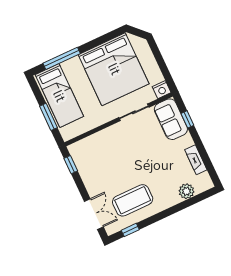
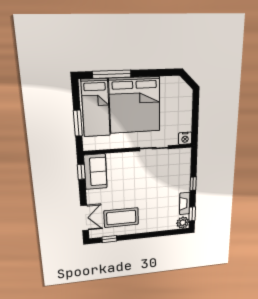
bed: (114, 69) -> (135, 105), moved
sofa: (171, 119) -> (95, 172), moved, turned 180
window: (187, 119) -> (193, 184), moved
window: (210, 169) -> (192, 214), added
plant: (186, 191) -> (183, 223), moved

